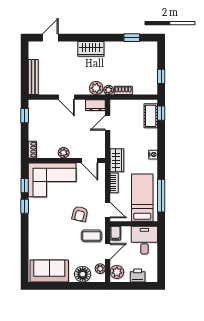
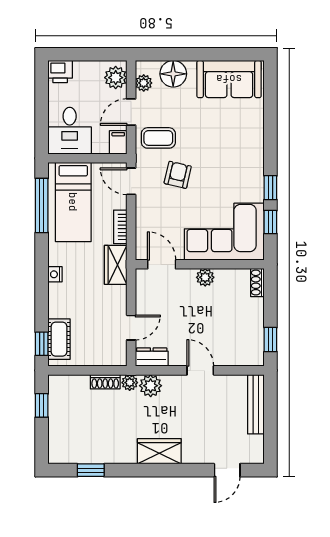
printer: (138, 275) -> (60, 72), moved

